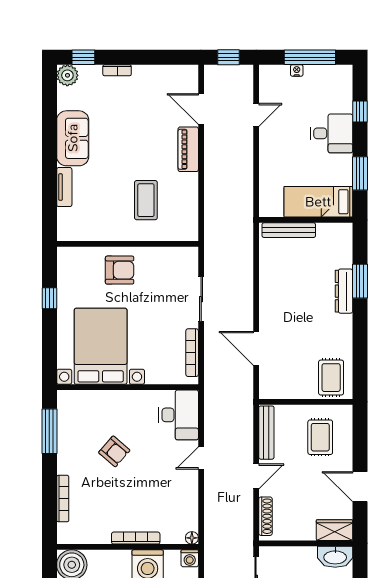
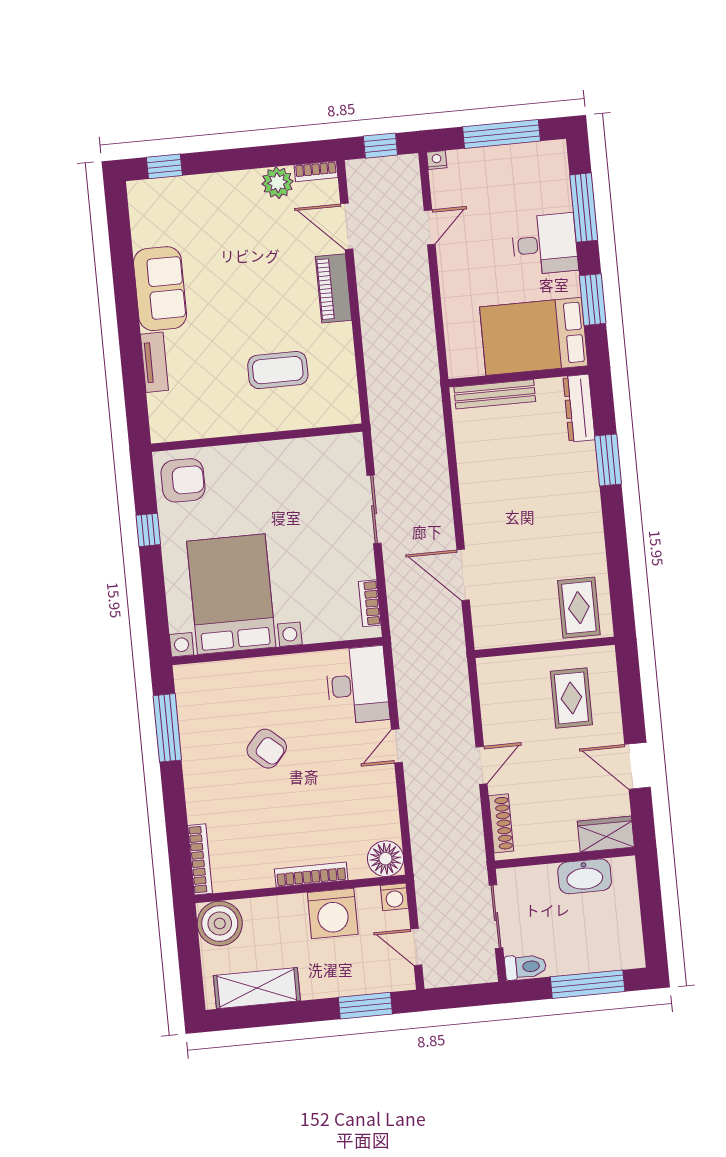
bookcase: (117, 70) -> (316, 171), moved
nightstand: (297, 70) -> (437, 160), moved
plant: (67, 75) -> (278, 183), moved
window: (360, 112) -> (584, 208), width x2.17
coffee table: (146, 200) -> (278, 370), turned 90
bed: (318, 202) -> (534, 336), width x1.50
armchair: (120, 270) -> (183, 480), moved
dresser: (344, 291) -> (579, 408), moved
bookcase: (192, 353) -> (370, 603), width x0.64
bench: (266, 433) -> (490, 699), removed
bookcase: (63, 499) -> (200, 859), moved
floor lamp: (192, 538) -> (385, 859), width x1.89, depth x1.89
washbasin: (335, 557) -> (585, 876), moved

